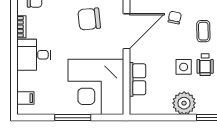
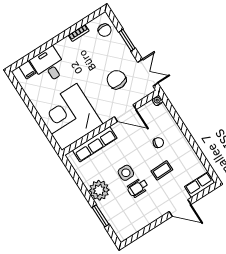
door: (126, 31) -> (125, 113), width x0.73
desk: (34, 55) -> (49, 65), moved
row of seats: (137, 79) -> (95, 144), width x1.48
window: (73, 118) -> (36, 114), removed

